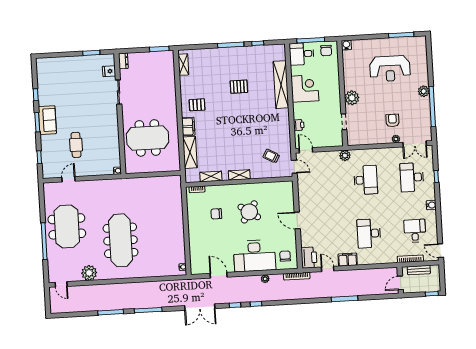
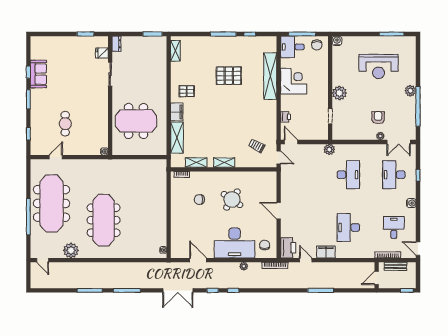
pallet: (239, 87) -> (229, 76), width x1.50, depth x1.42
sofa: (47, 120) -> (38, 74), moved
meeting table: (67, 226) -> (52, 203), width x1.36

